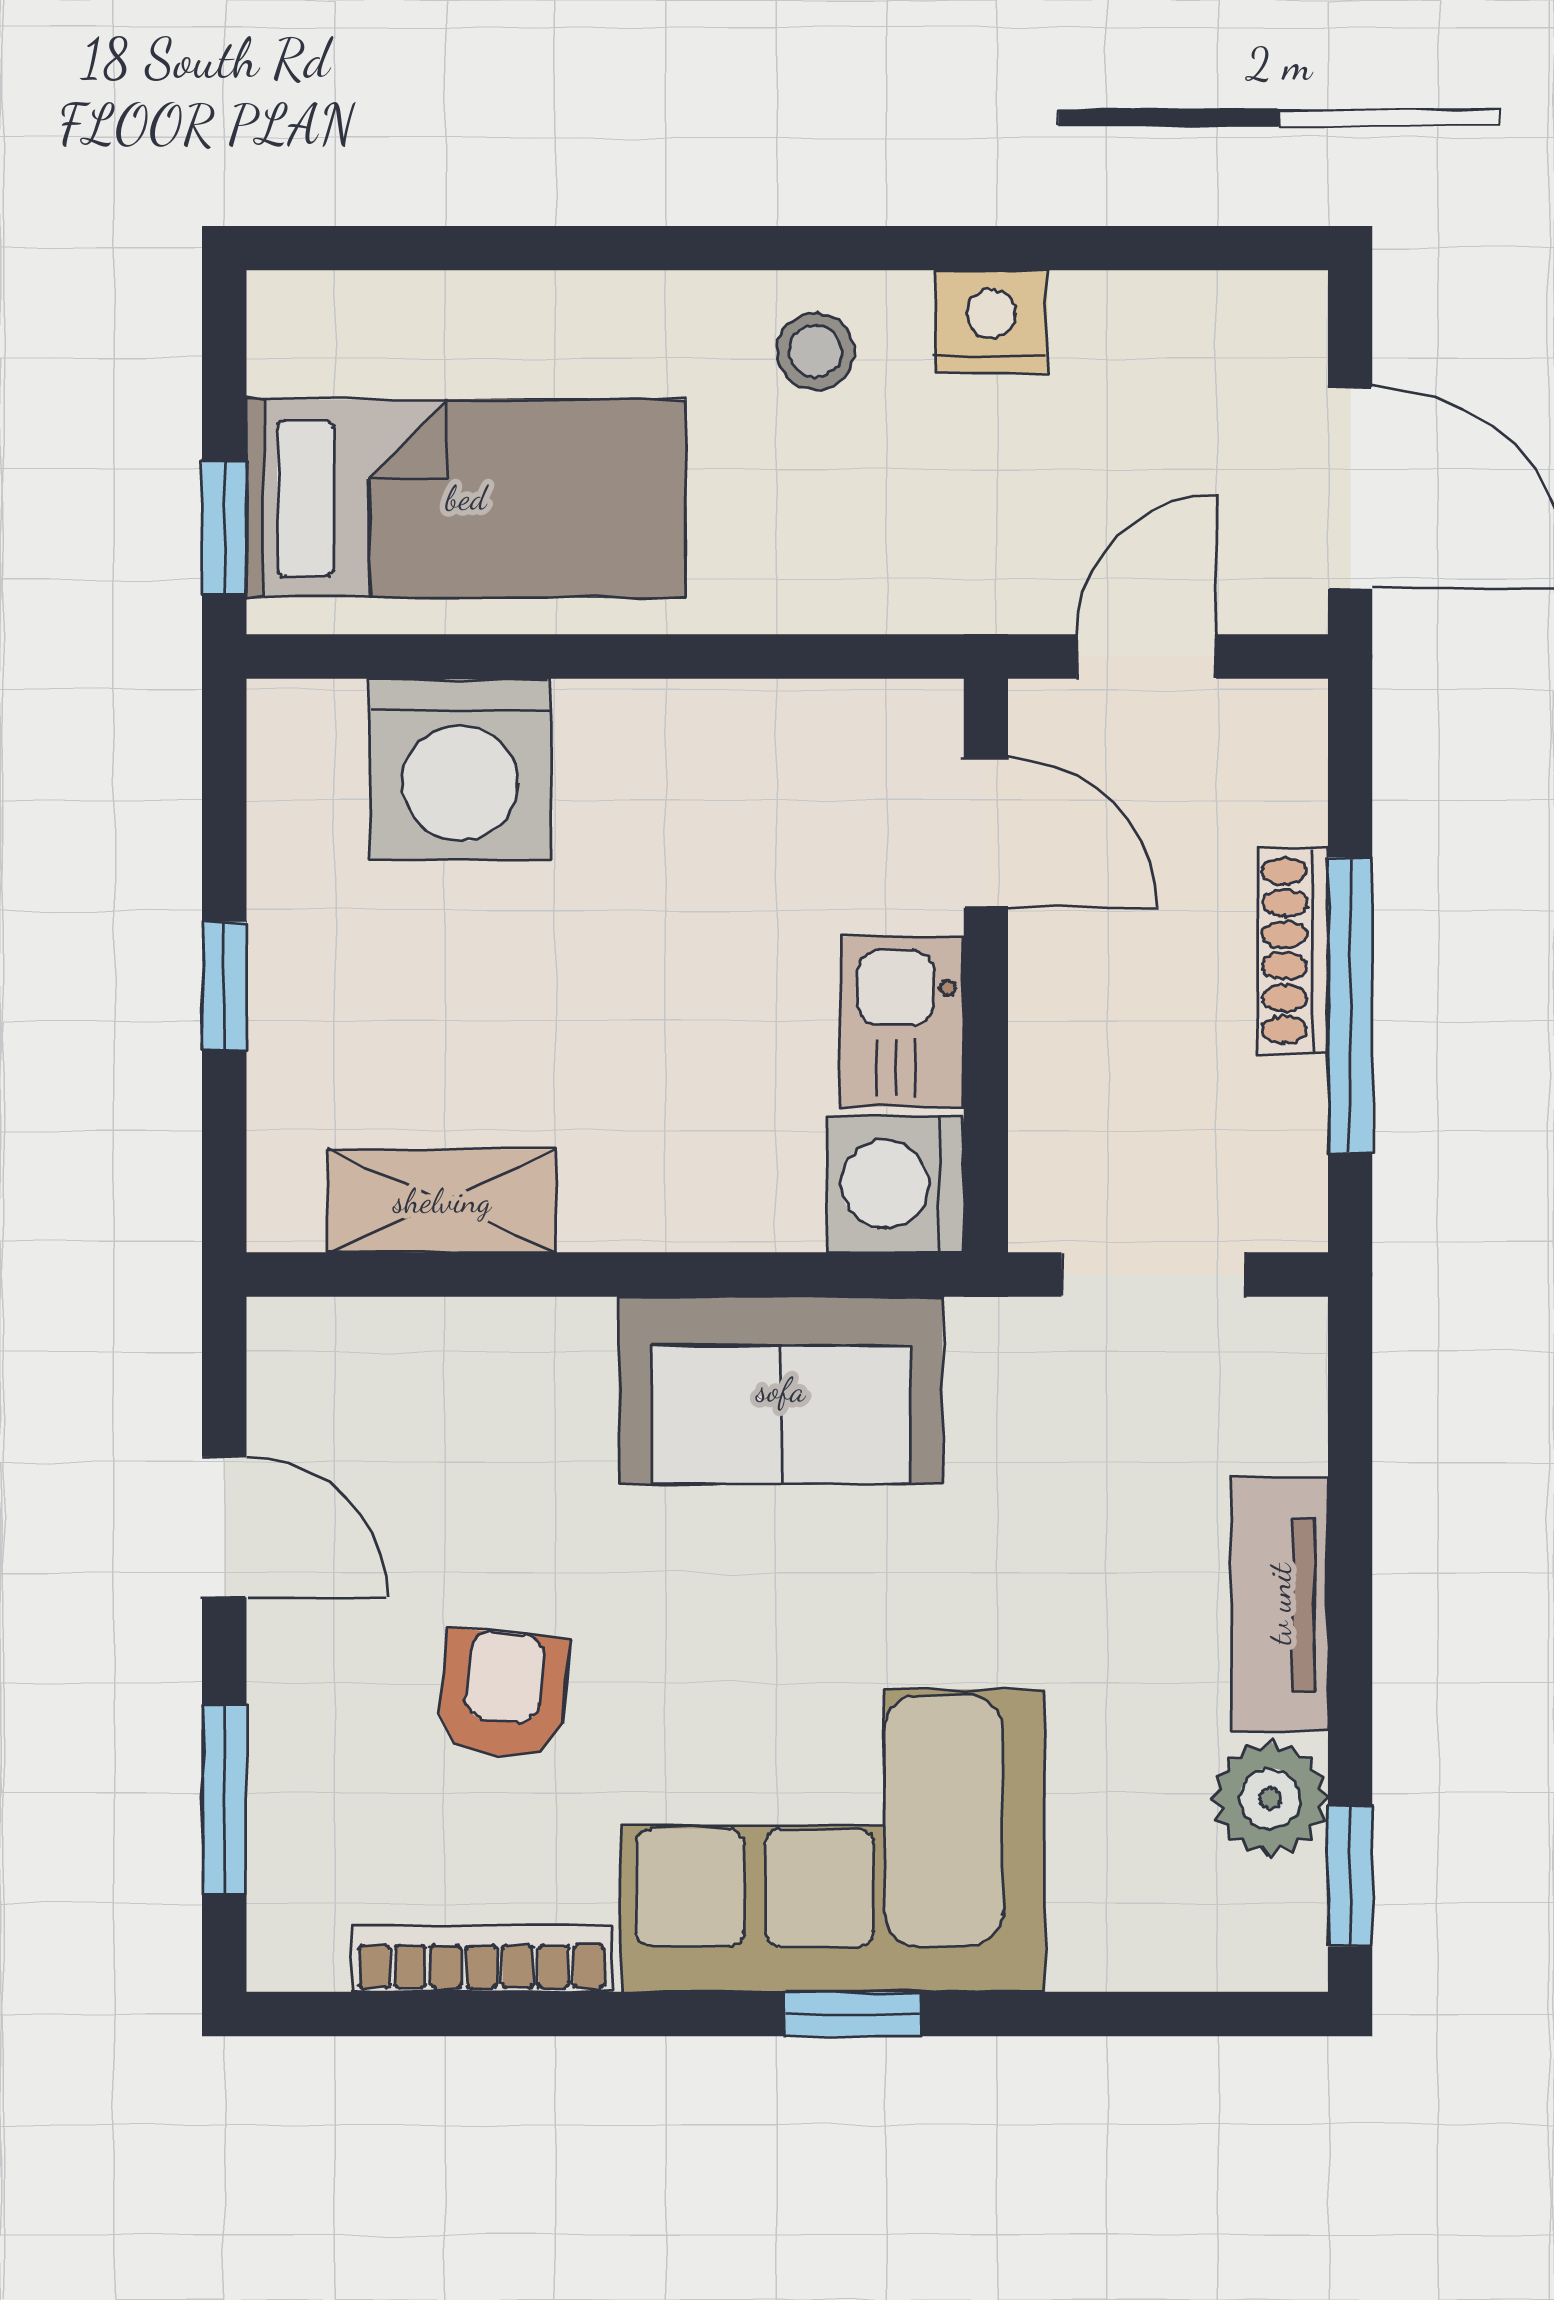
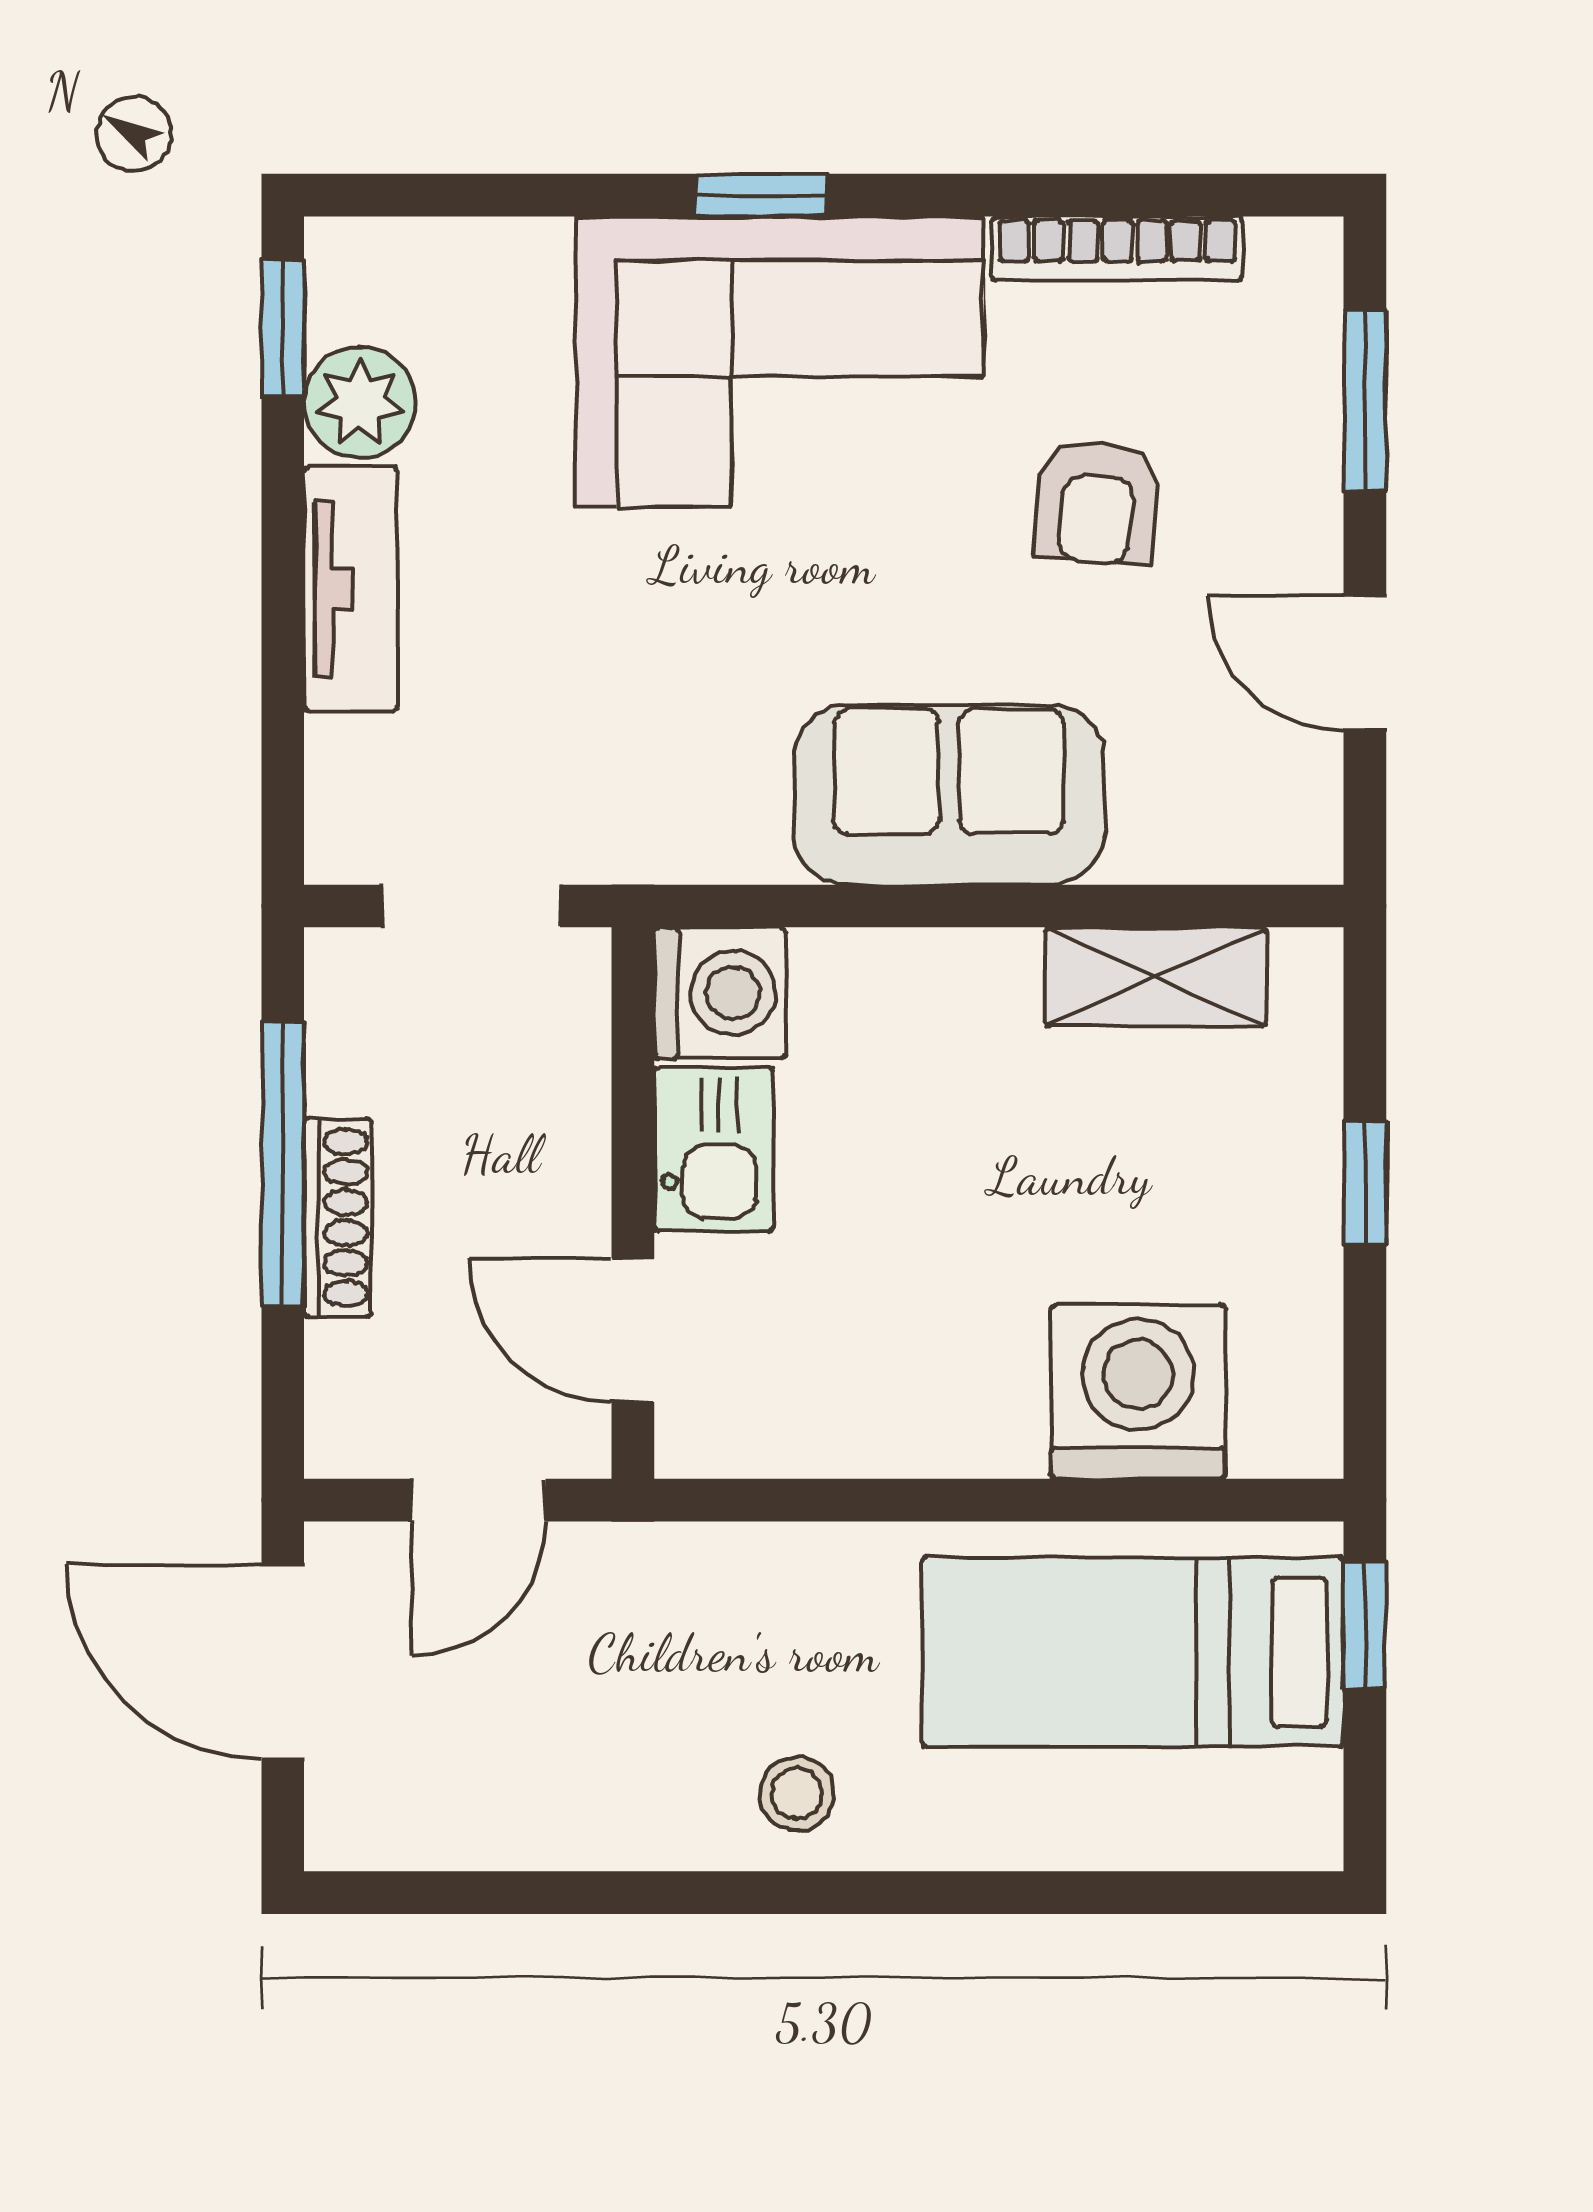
nightstand: (991, 322) -> (628, 1822), removed
sofa: (781, 1390) -> (949, 795), moved

